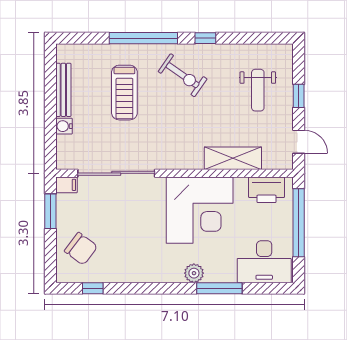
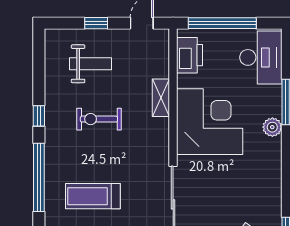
exercise bike: (183, 75) -> (99, 119), moved, turned -125
treadmill: (124, 93) -> (93, 196), turned 180
shelving: (233, 158) -> (161, 98), width x0.67, depth x0.75

